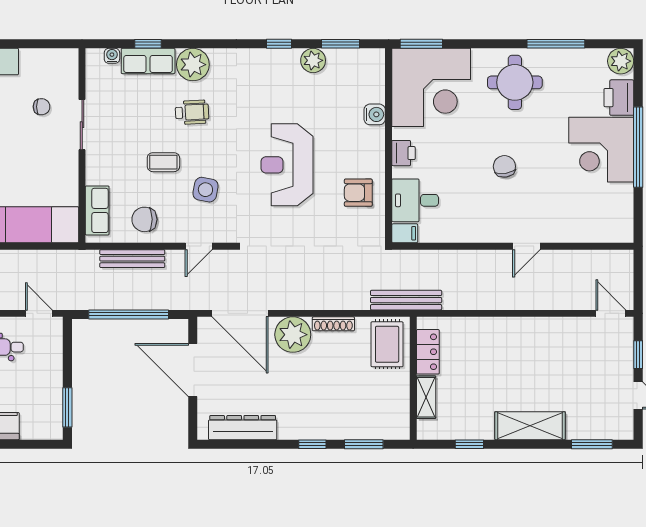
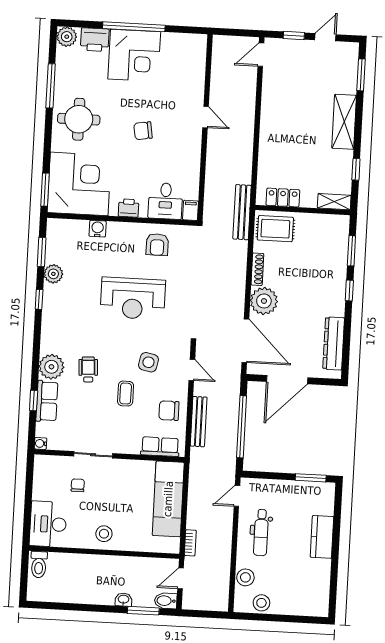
water cooler: (112, 56) -> (41, 443), moved
chair: (144, 219) -> (169, 411), turned 90
door: (240, 313) -> (245, 341), hinge flipped
shelving: (426, 397) -> (334, 202), moved

